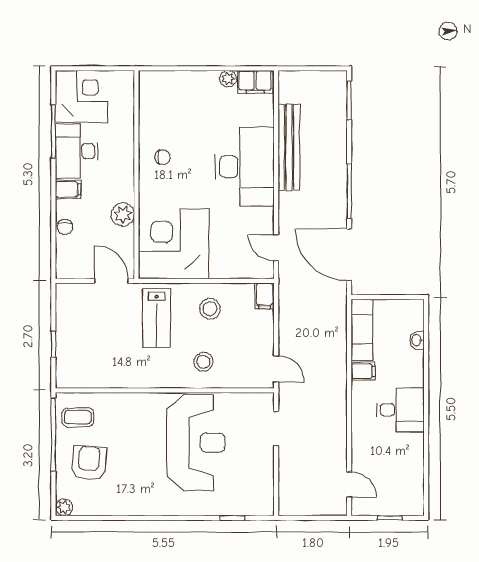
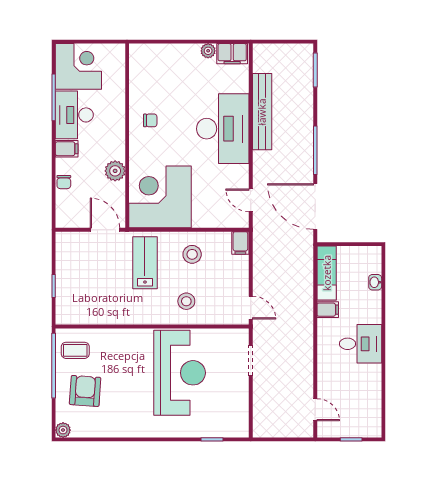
lab bench: (157, 318) -> (145, 263), turned 180

